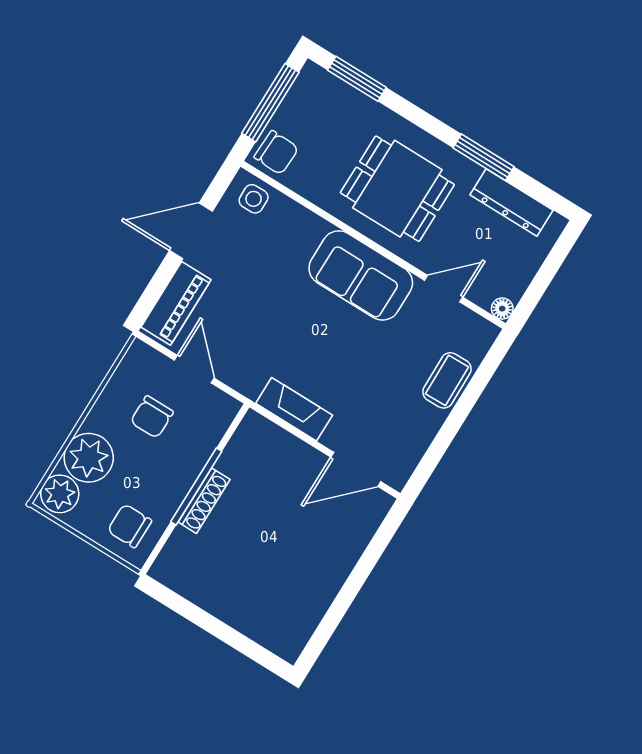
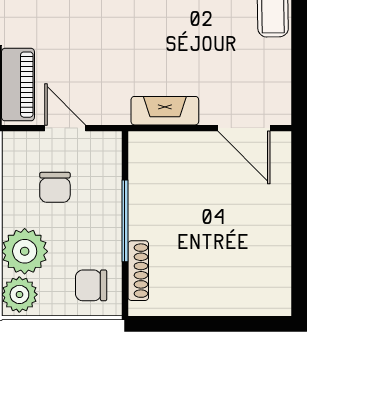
door: (356, 469) -> (244, 128), hinge flipped
shoe rack: (204, 501) -> (138, 271), moved

